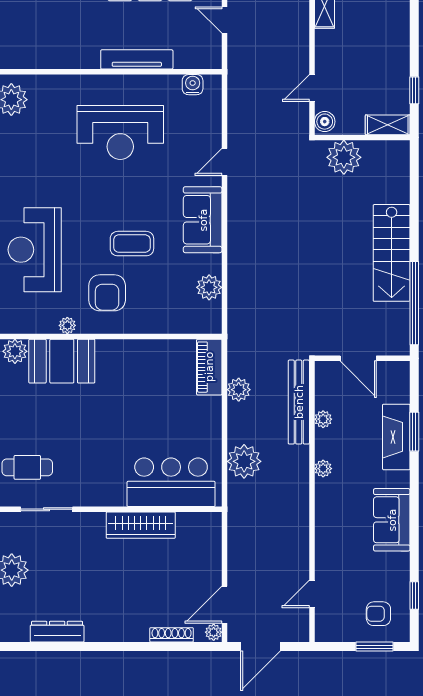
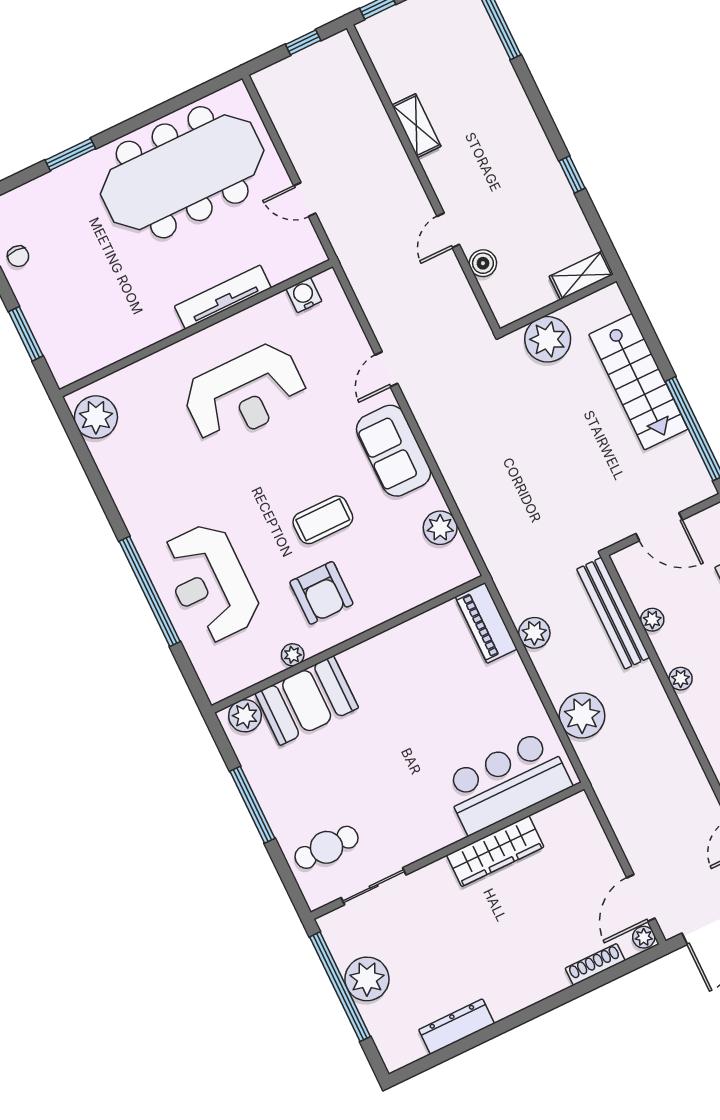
shelving: (388, 125) -> (581, 275), moved
wall: (362, 137) -> (558, 305), moved
plant: (344, 157) -> (548, 339), moved

